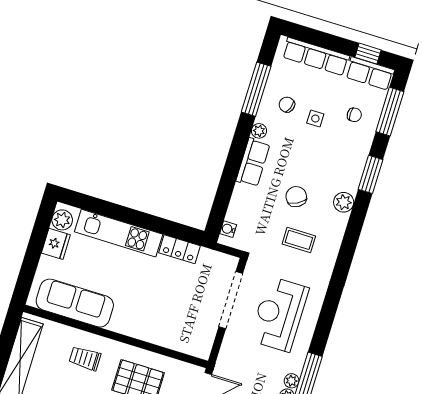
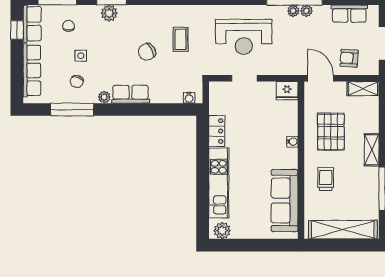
plant: (344, 202) -> (109, 13), moved
fridge: (56, 244) -> (287, 91), moved, turned 180
doorway: (231, 300) -> (244, 78), width x0.53
water cooler: (140, 333) -> (292, 142), added
trolley: (85, 358) -> (326, 179), turned 180

